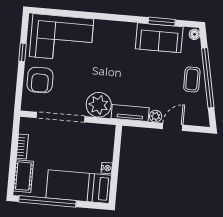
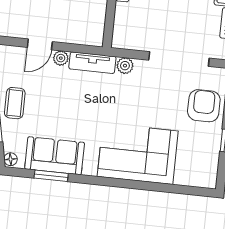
corner sofa: (61, 38) -> (138, 154), moved
plant: (99, 105) -> (125, 66), width x0.53, depth x0.53

